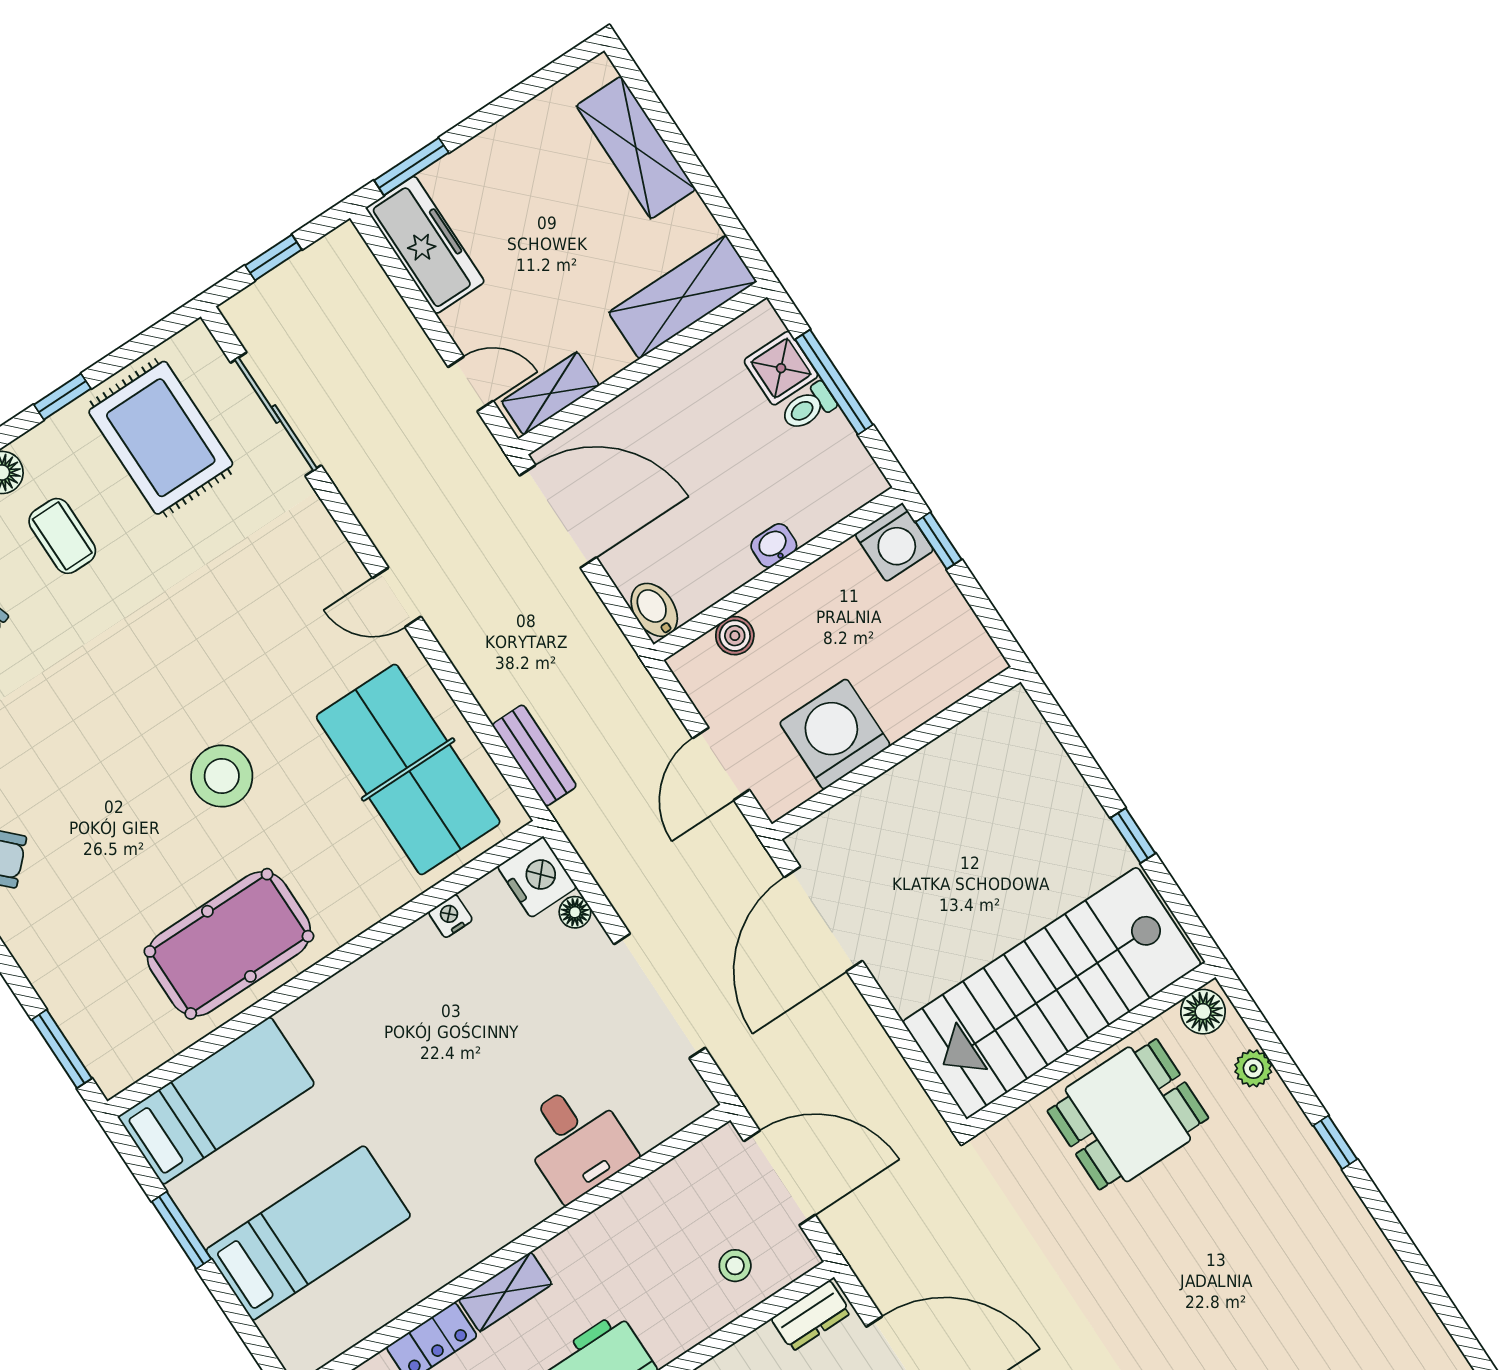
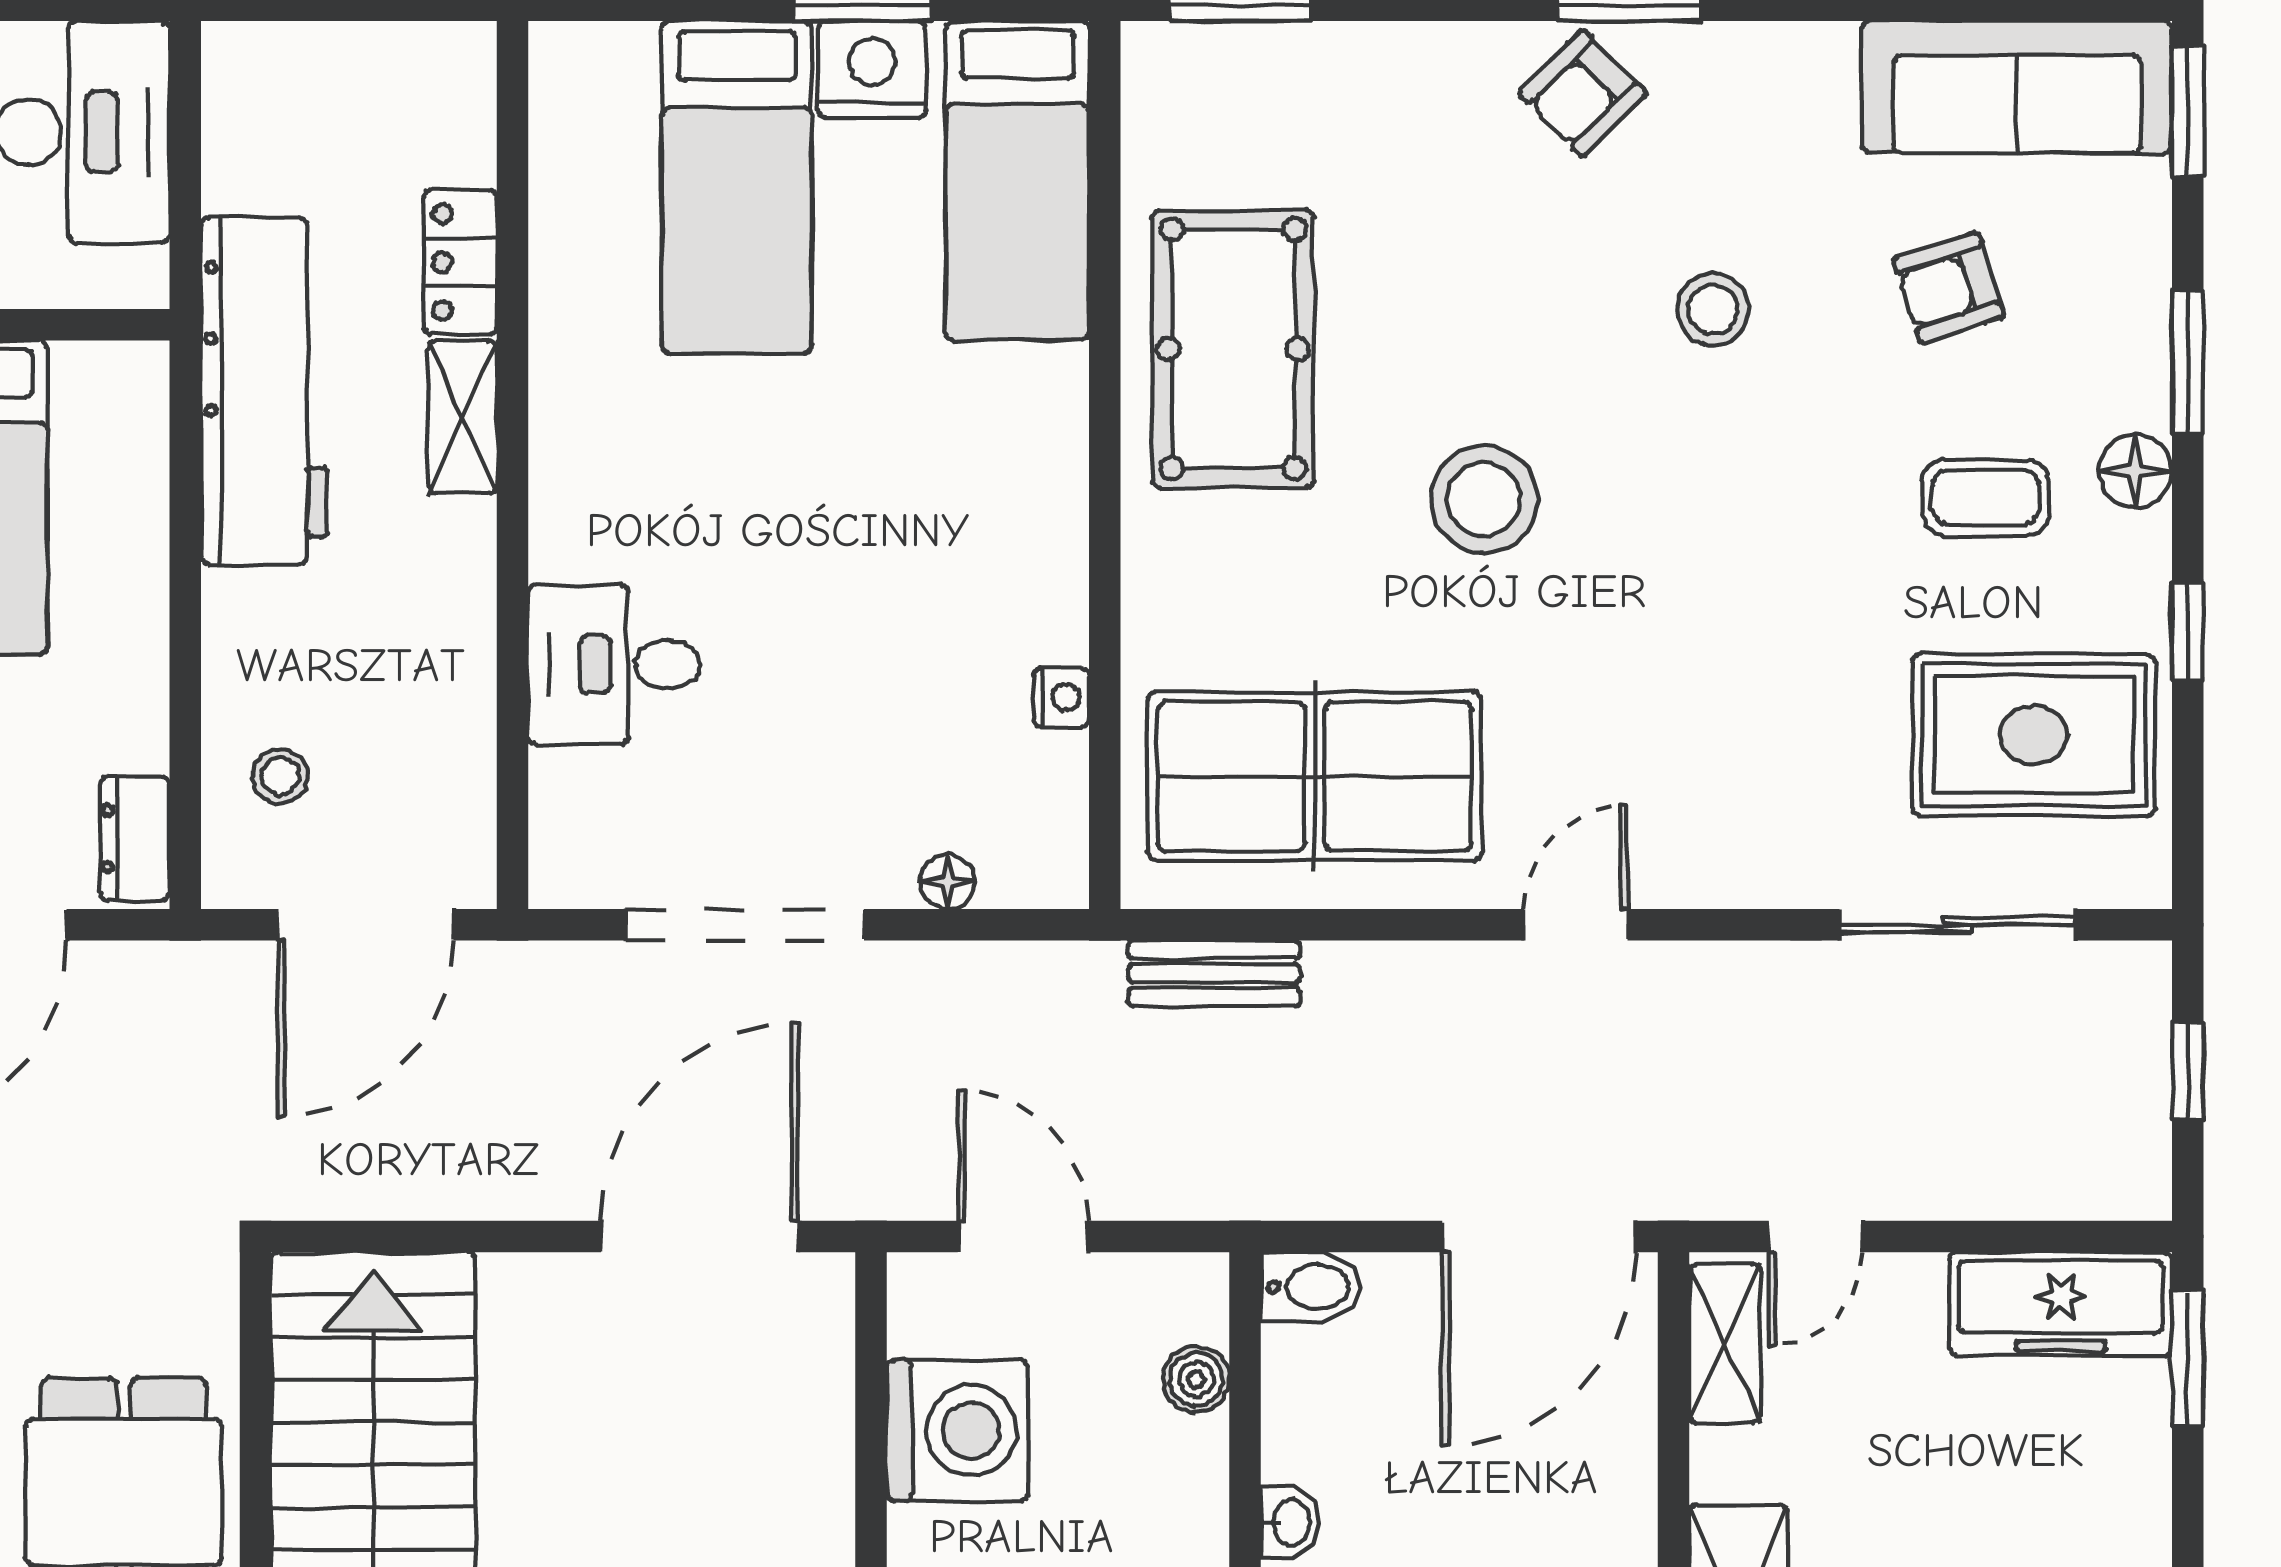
stool: (58, 726) -> (1713, 309), added
nightstand: (537, 877) -> (872, 69), moved, turned 180
door: (823, 919) -> (700, 1236), hinge flipped

